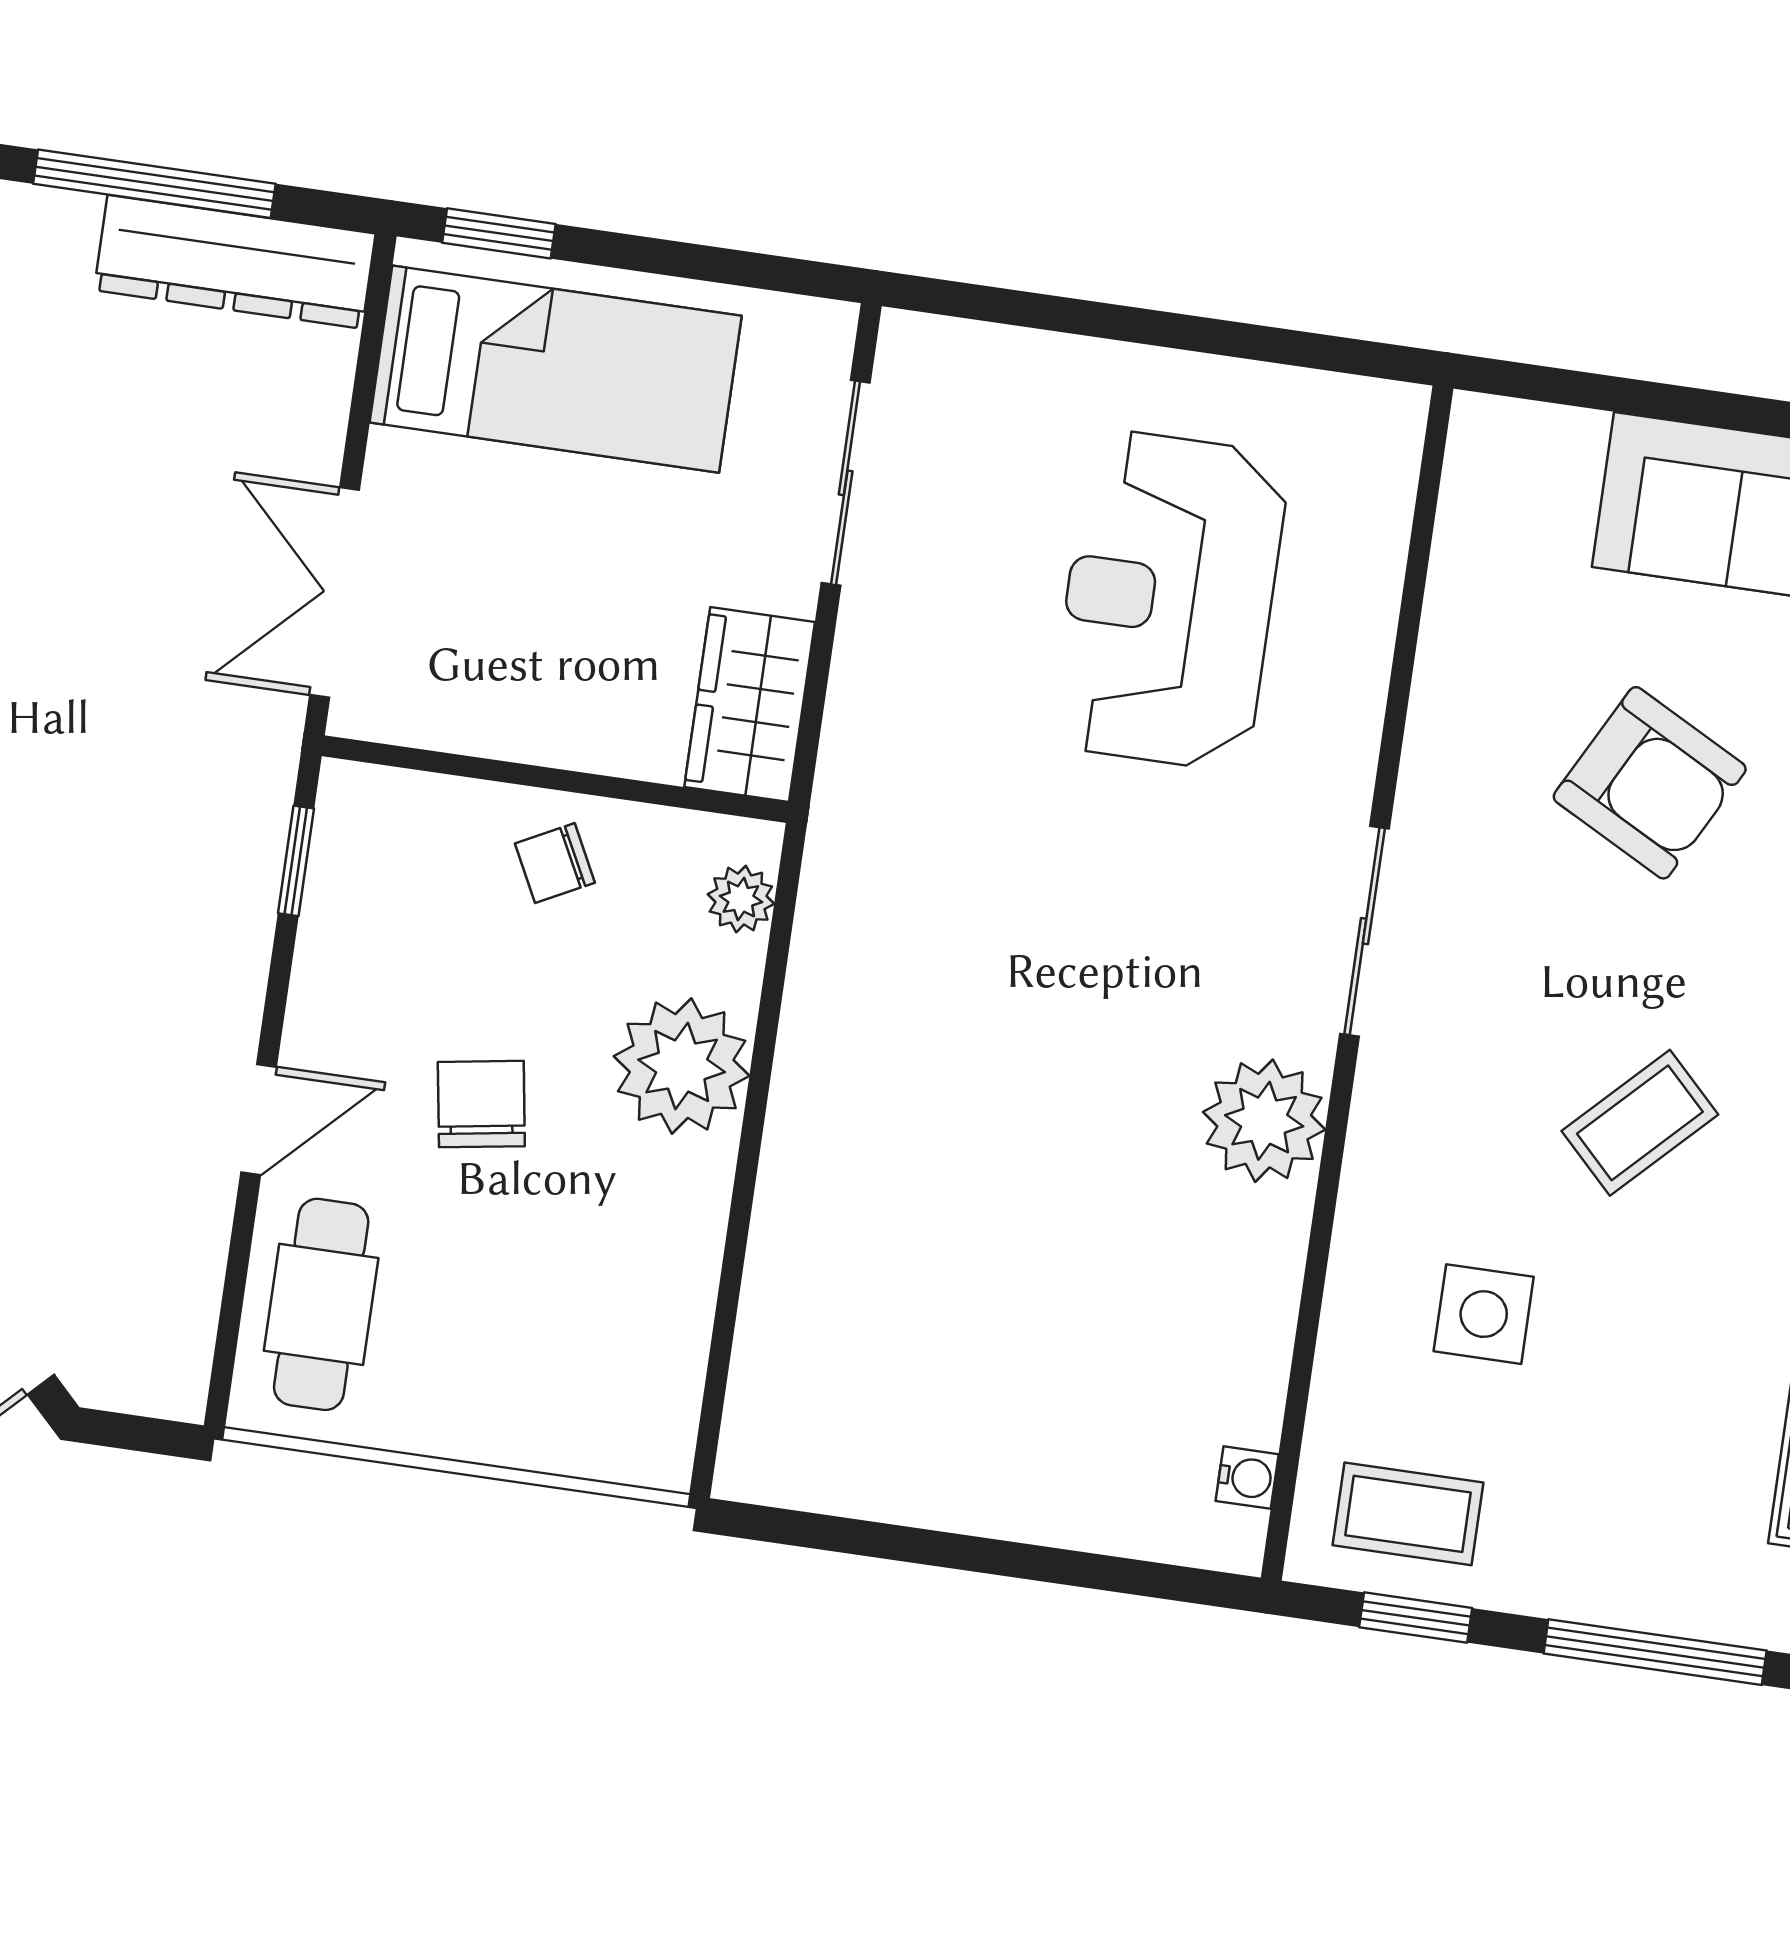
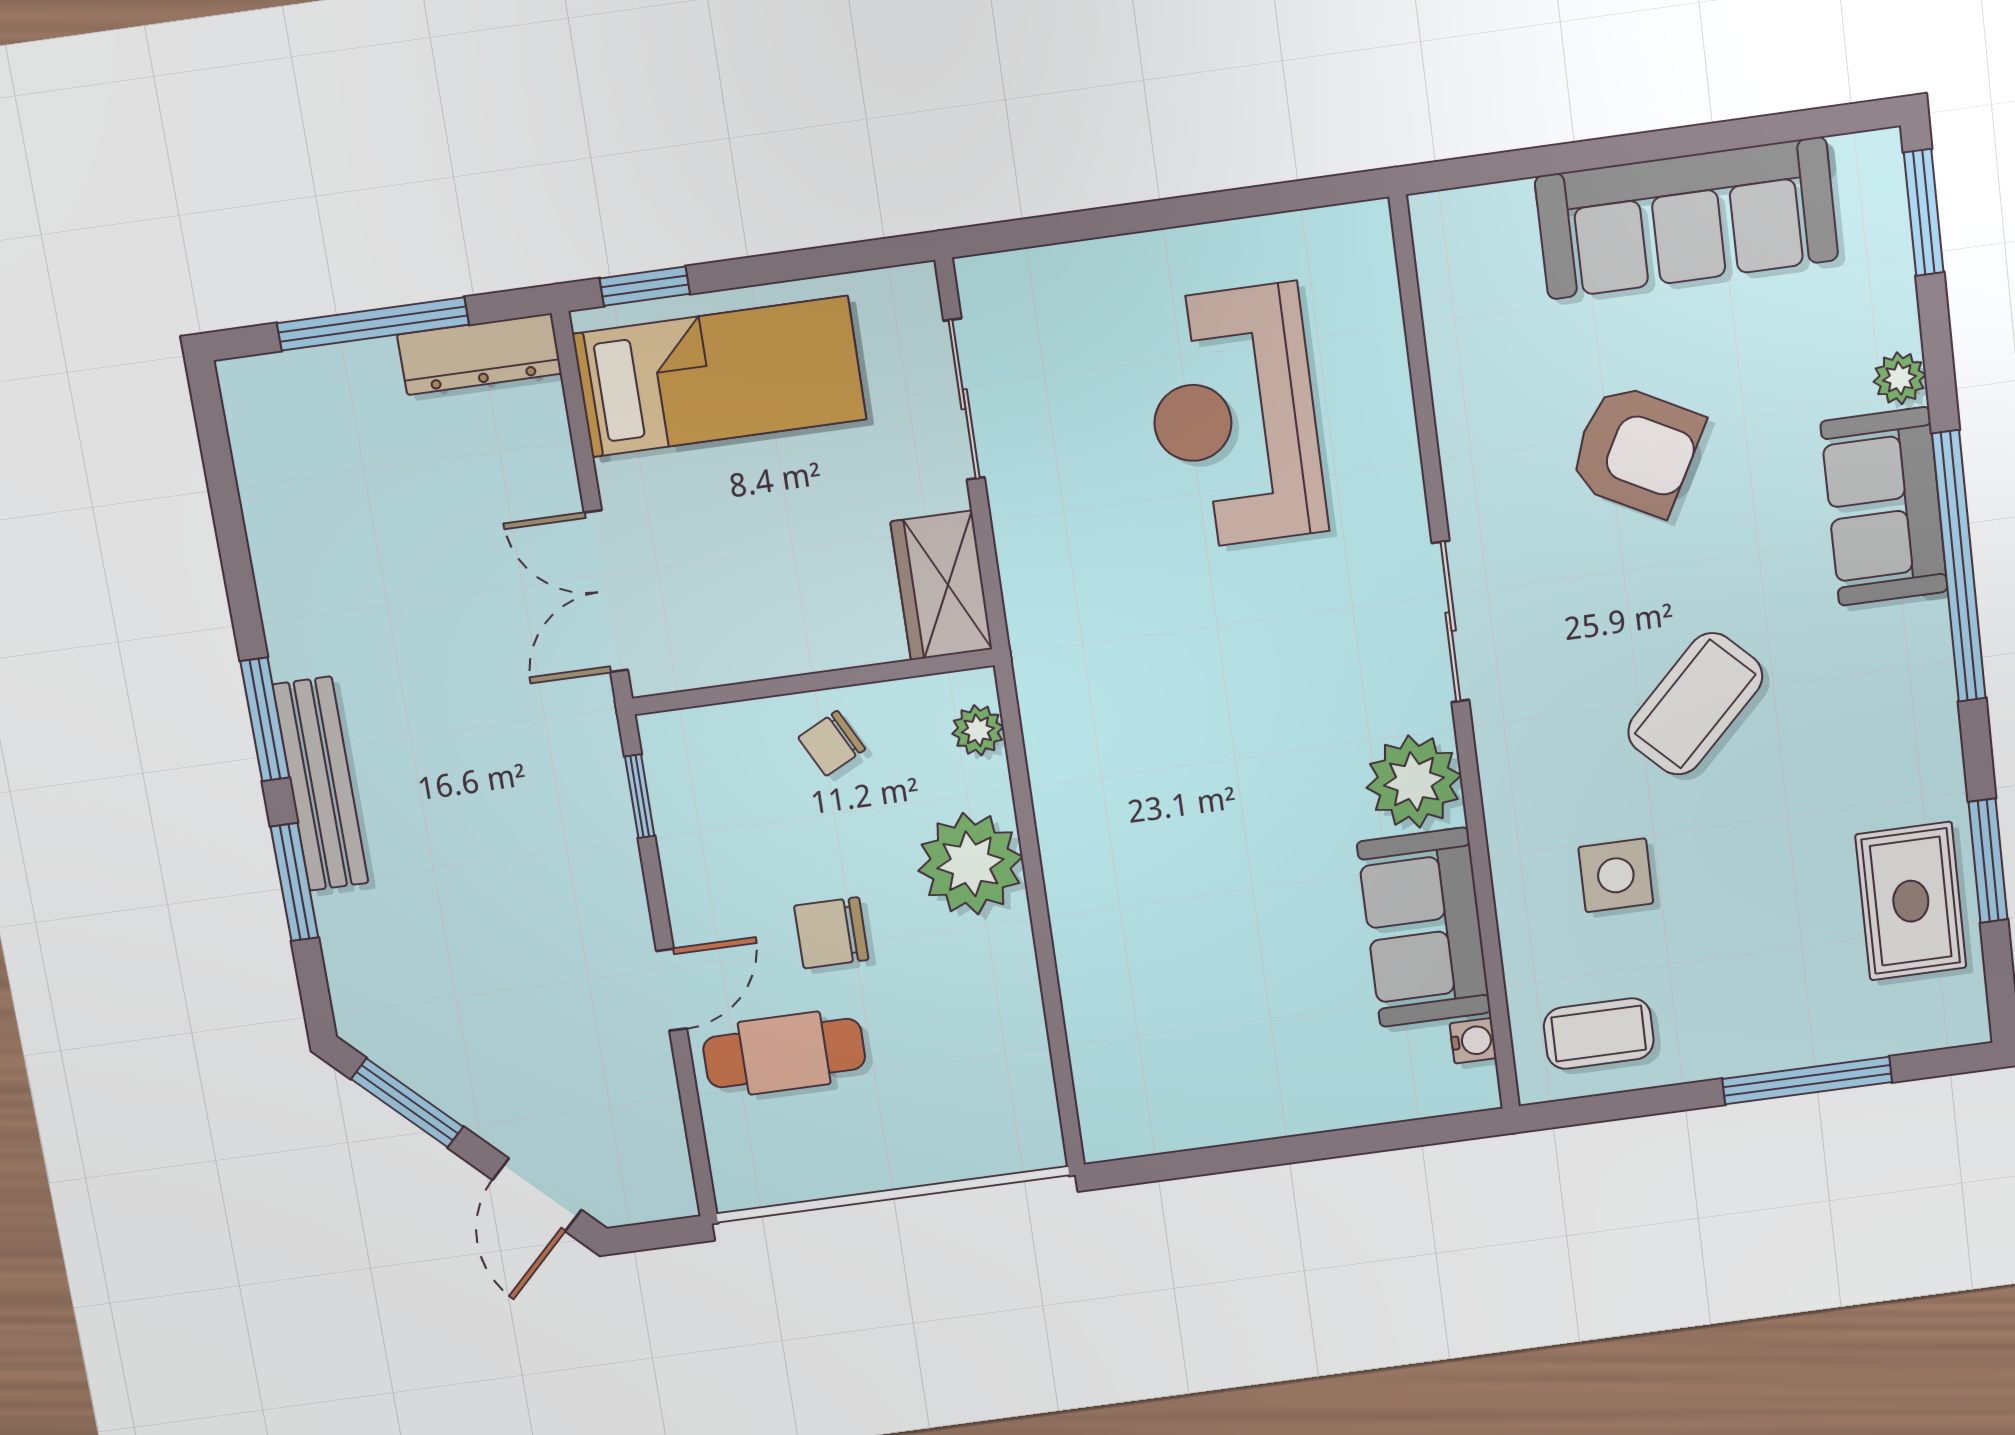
dresser: (235, 262) -> (479, 354), width x0.73, depth x0.80
chair: (481, 1104) -> (831, 933), turned -81
coffee table: (1640, 1123) -> (1695, 704), width x1.36, depth x1.30
cafe table: (321, 1304) -> (784, 1053), moved, turned 90
sofa: (1225, 1312) -> (1424, 927), added
window: (1416, 1618) -> (1624, 1105), removed

